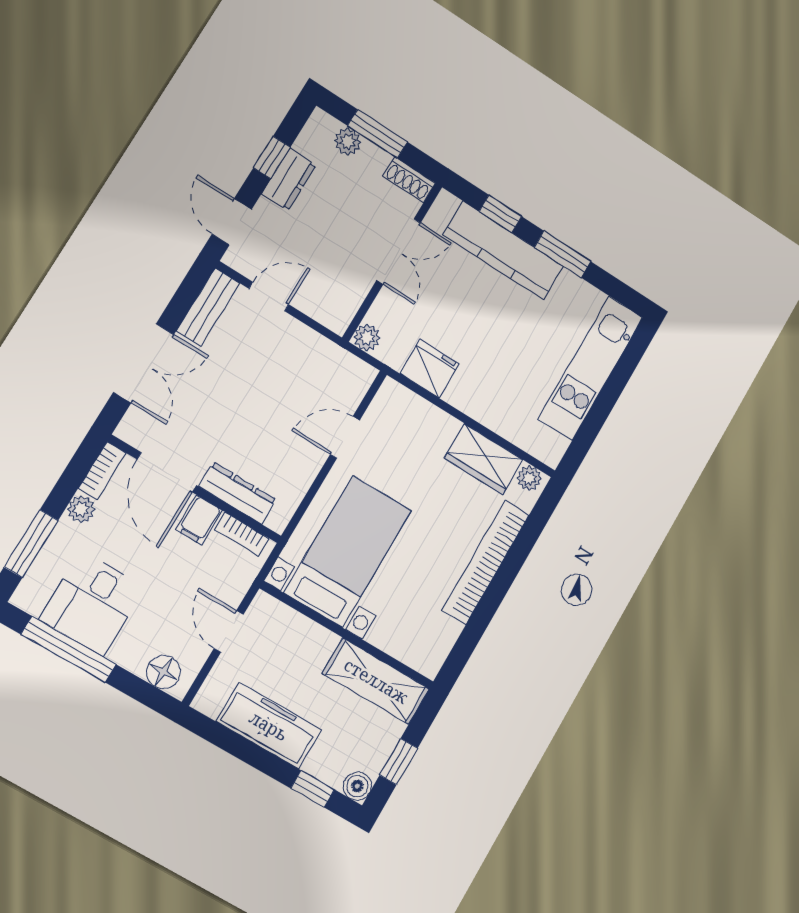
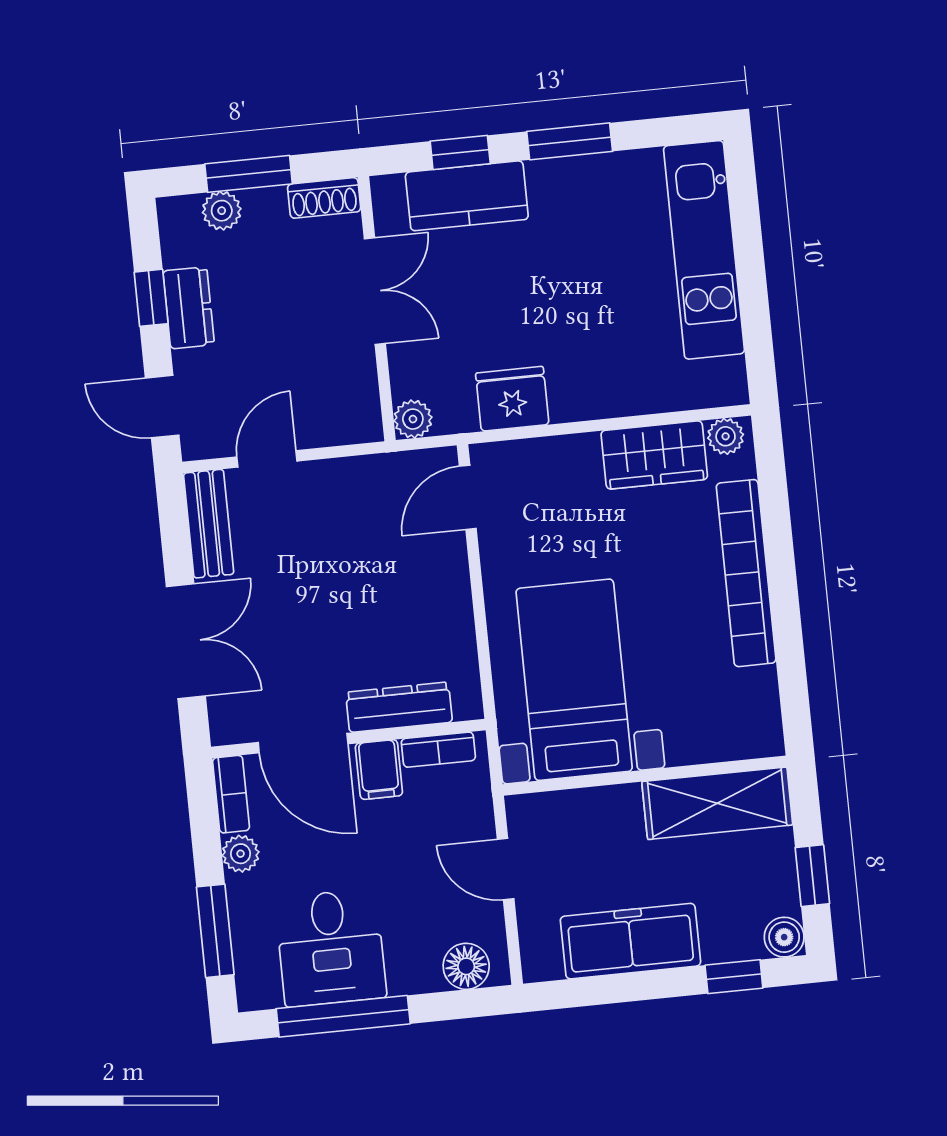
kitchen counter: (504, 251) -> (467, 196), width x0.67
door: (345, 437) -> (468, 497), moved

